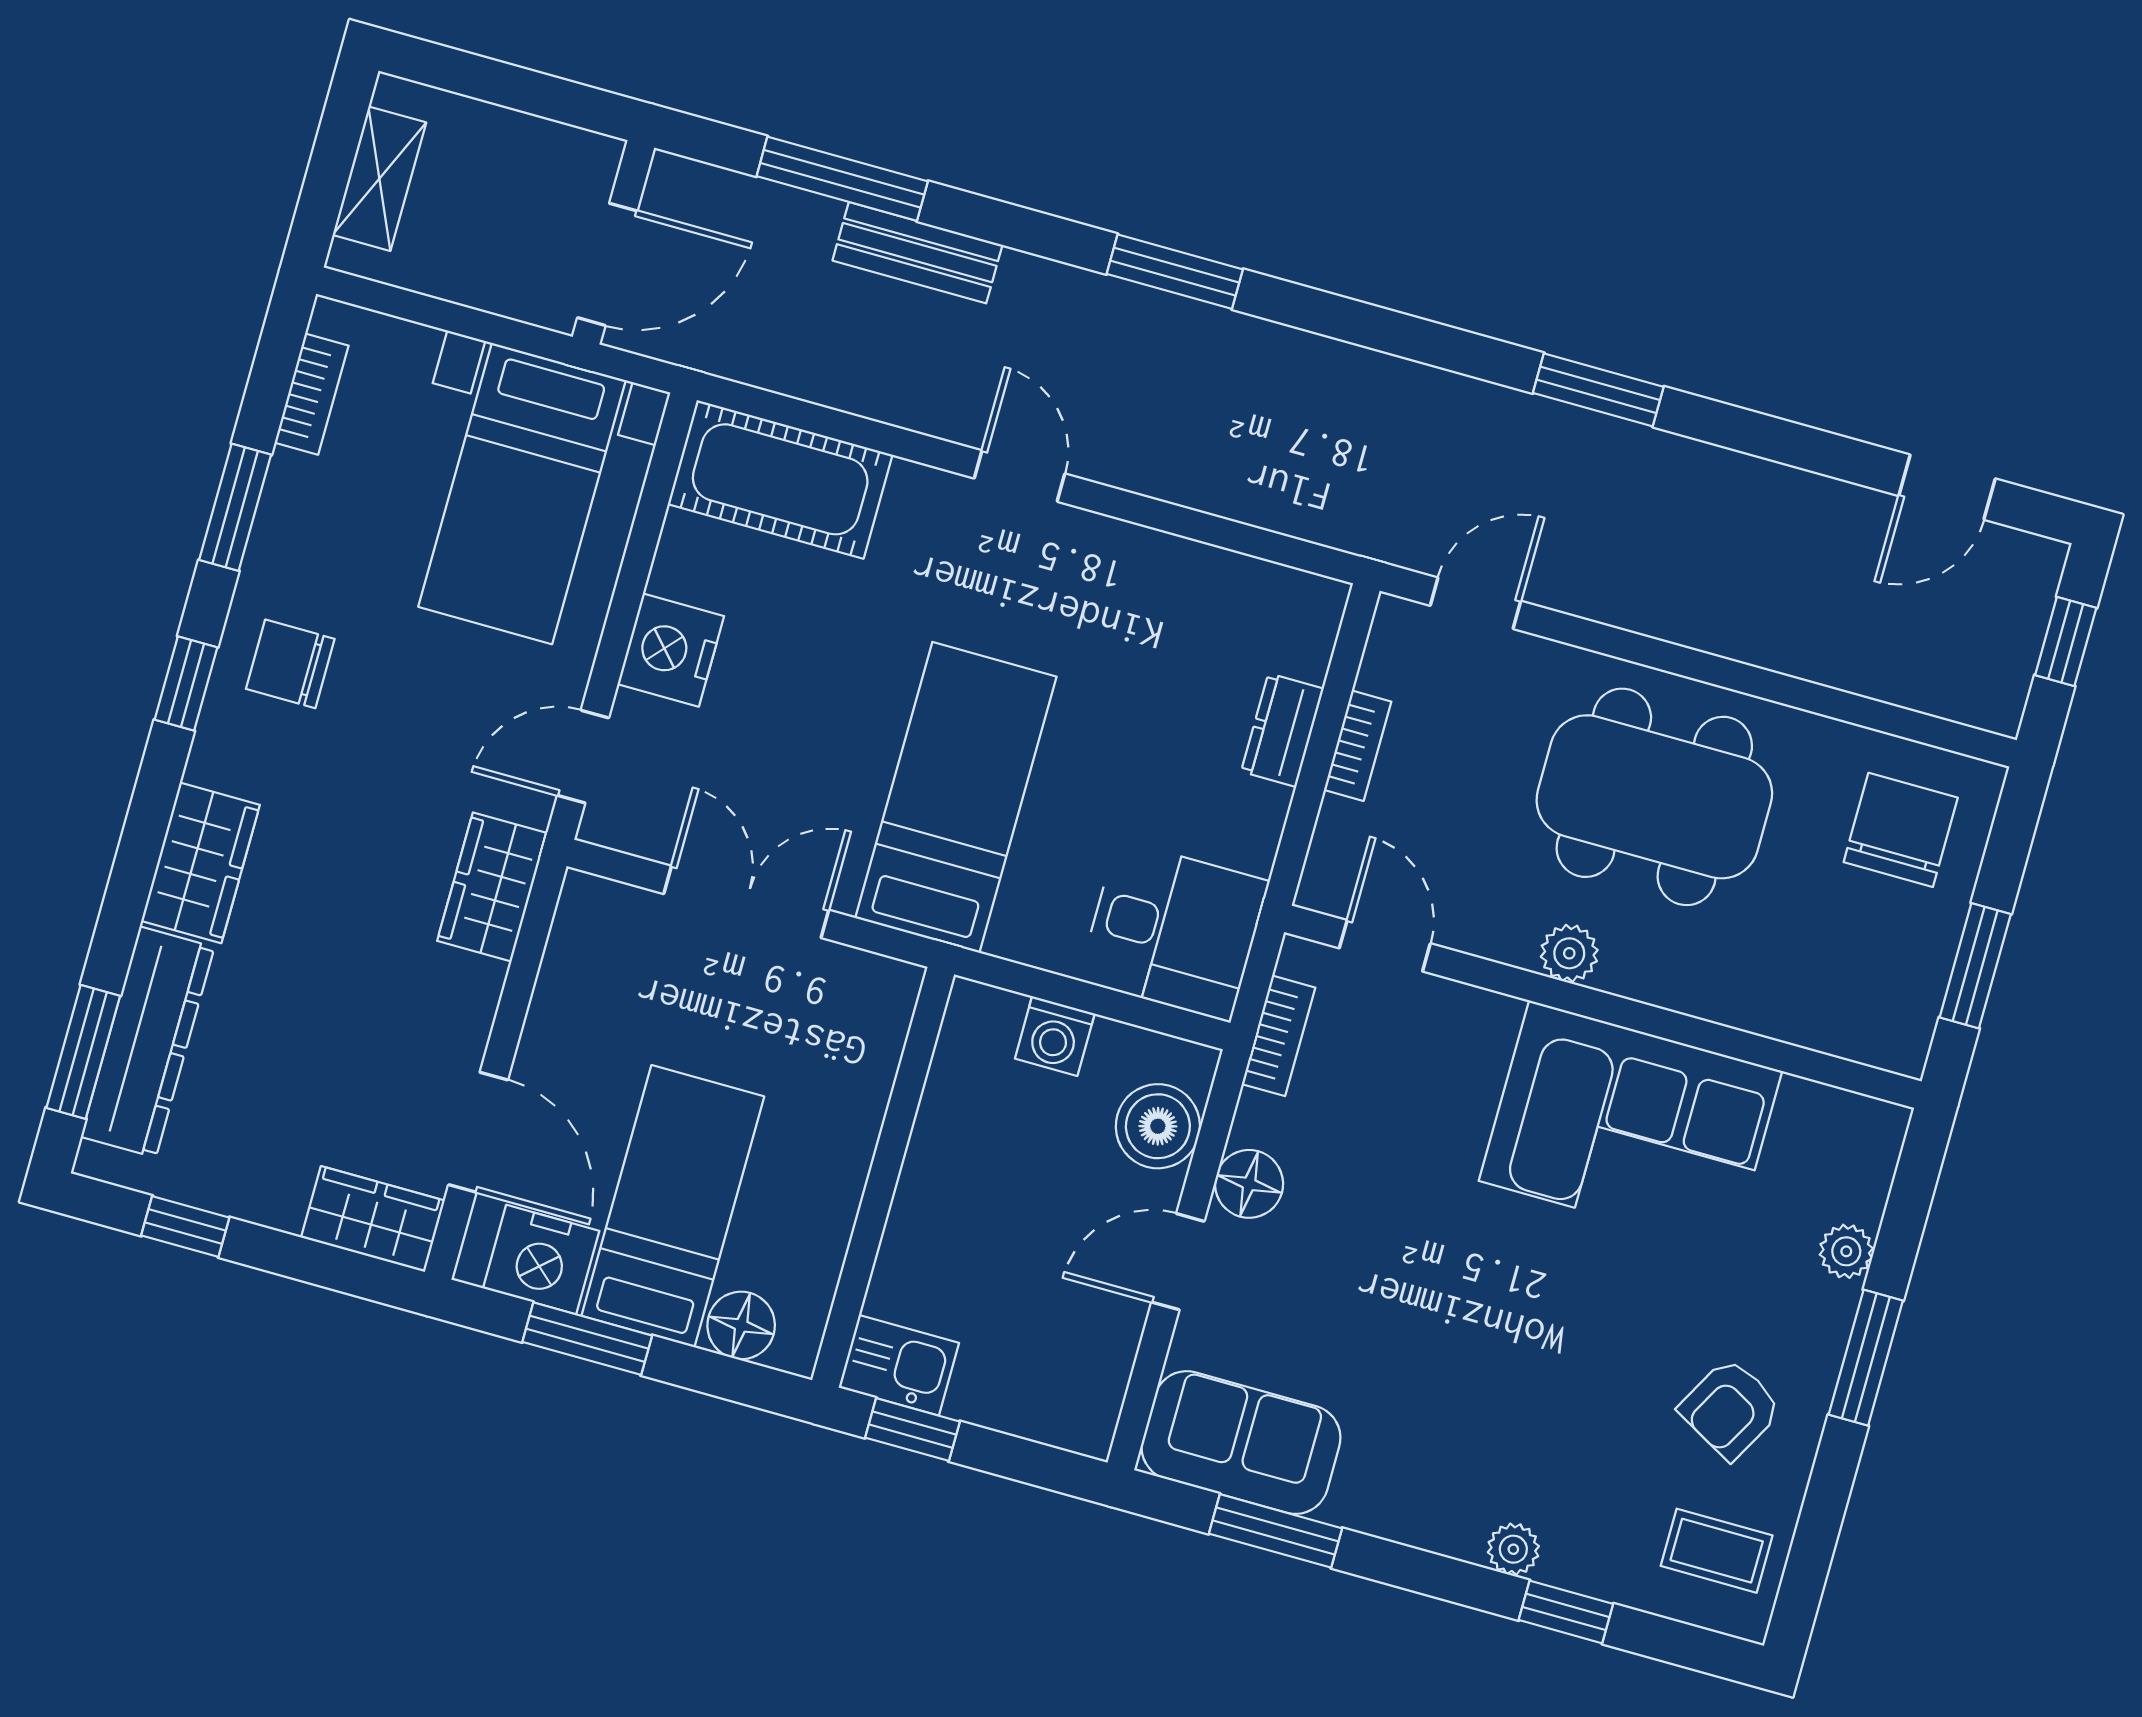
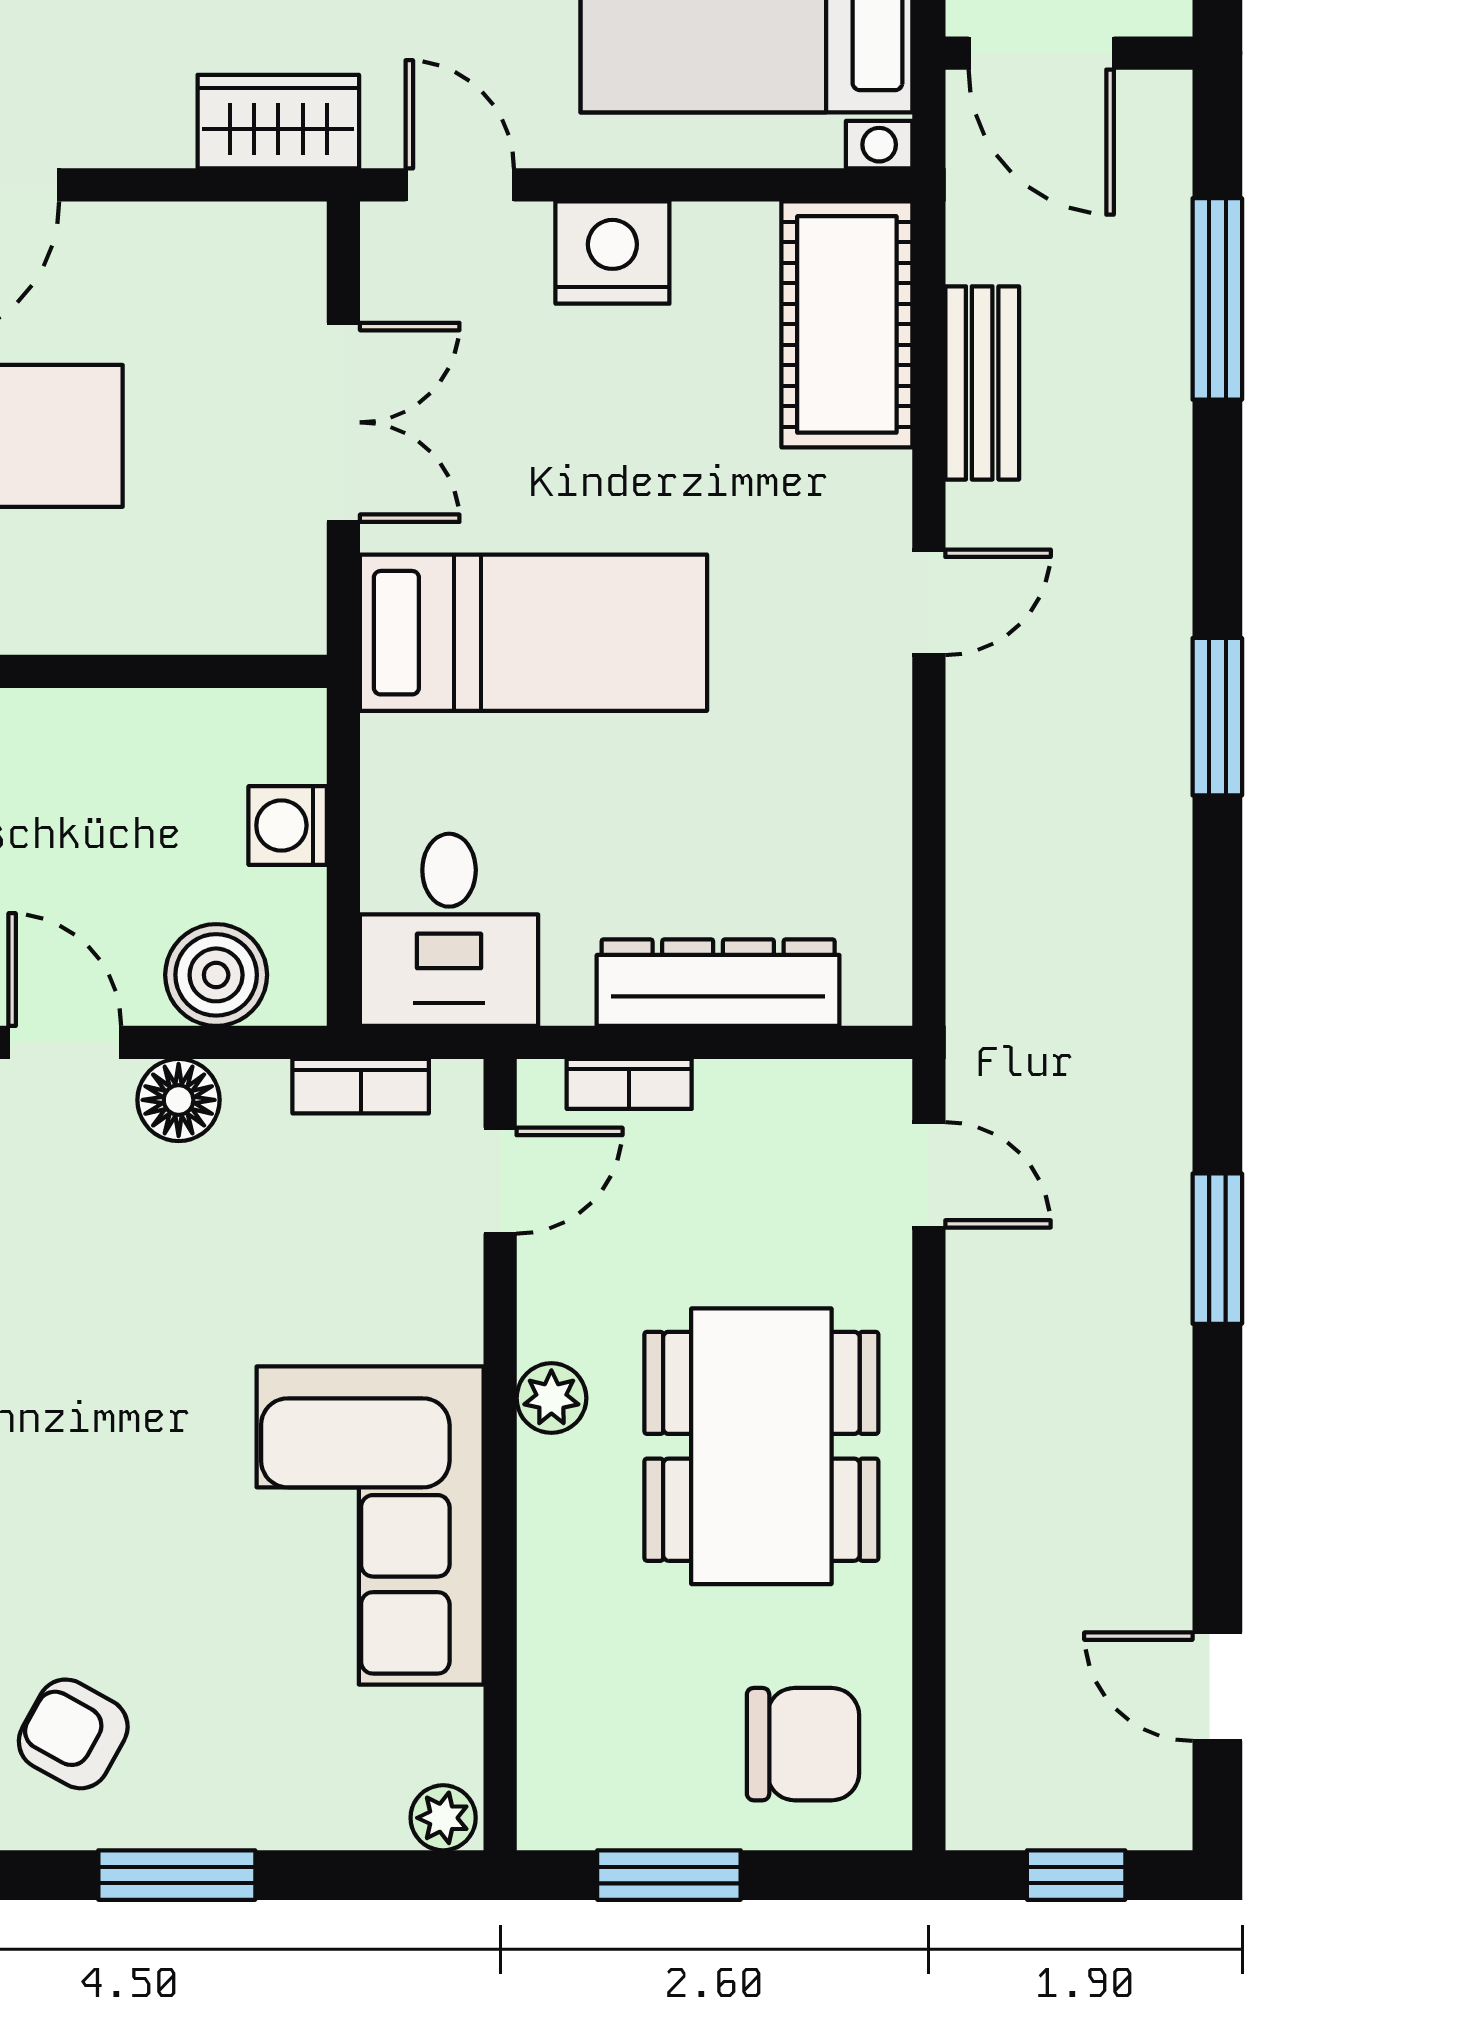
bench: (917, 253) -> (982, 383), moved
dresser: (1282, 730) -> (718, 983), width x1.96, depth x1.24
bookcase: (1358, 746) -> (629, 1084), moved
plant: (1846, 1251) -> (443, 1818), moved

